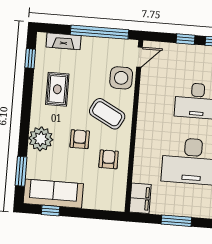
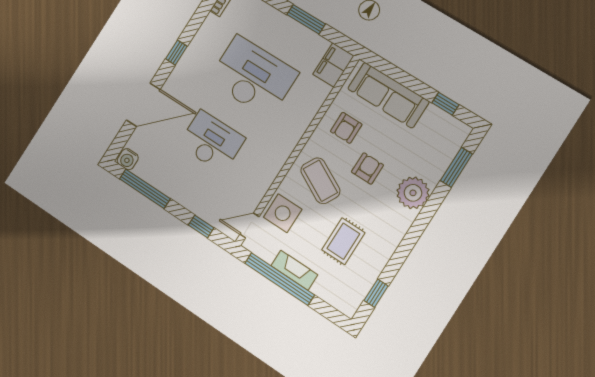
window: (186, 39) -> (201, 226), moved
fireplace: (64, 41) -> (294, 270), moved
rug: (57, 89) -> (343, 241), moved
armchair: (80, 139) -> (367, 168), turned 180
sofa: (53, 194) -> (388, 95), moved

